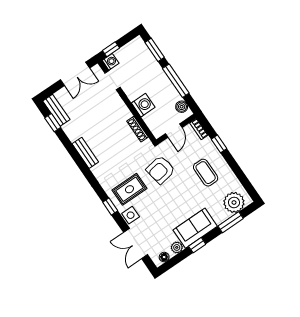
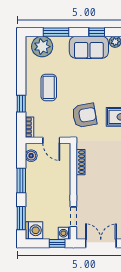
window: (176, 81) -> (21, 181), width x0.69
washing machine: (143, 105) -> (34, 230), moved, turned 180
door: (174, 131) -> (51, 140), swing flipped

